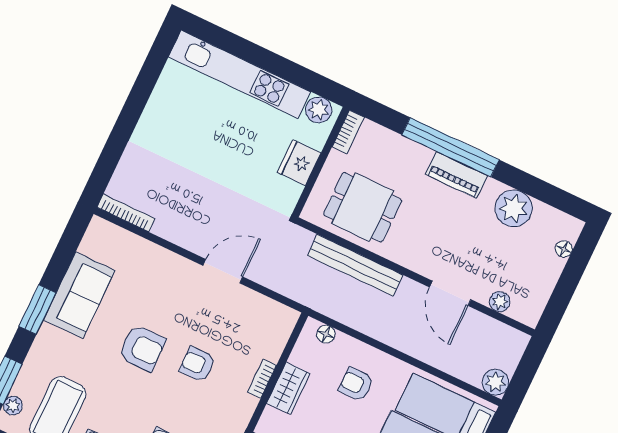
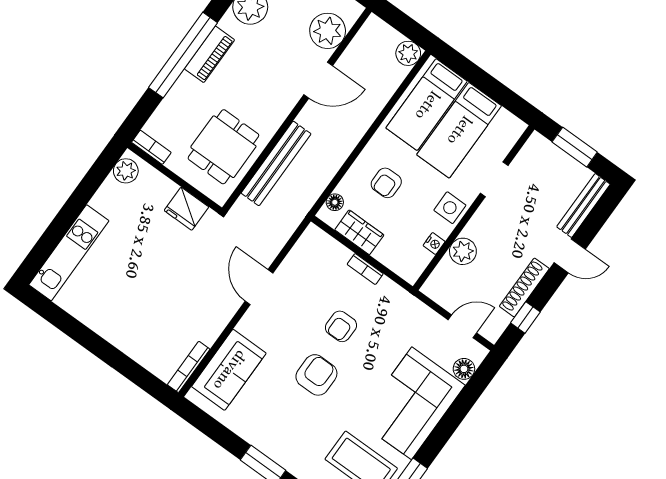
kitchen unit: (239, 74) -> (69, 253), width x0.73
fridge: (299, 163) -> (186, 209), moved
sofa: (79, 295) -> (229, 370), moved, turned 90
plant: (500, 302) -> (328, 31), width x1.87, depth x1.87
wardrobe: (288, 388) -> (359, 232), moved

